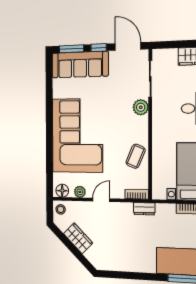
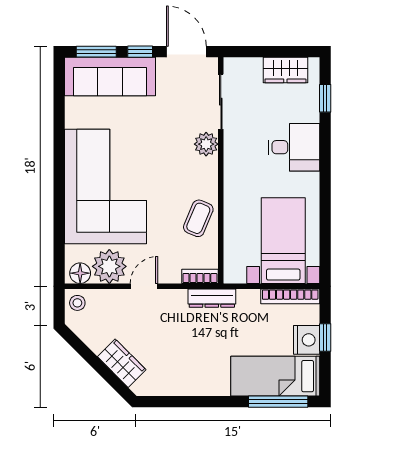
plant: (80, 192) -> (109, 266), width x1.88, depth x1.88
dresser: (144, 209) -> (212, 298), width x1.44
wardrobe: (78, 238) -> (122, 363), moved

